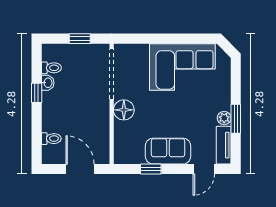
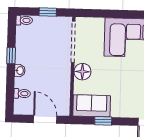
toilet: (51, 68) -> (24, 20), moved
washbasin: (48, 83) -> (20, 71), moved
sofa: (168, 151) -> (92, 106), moved

